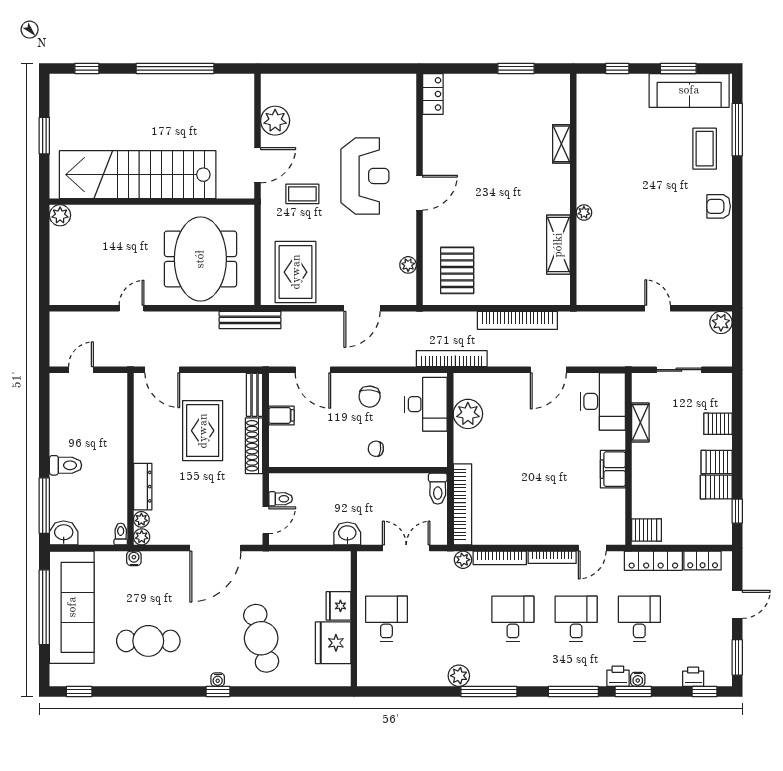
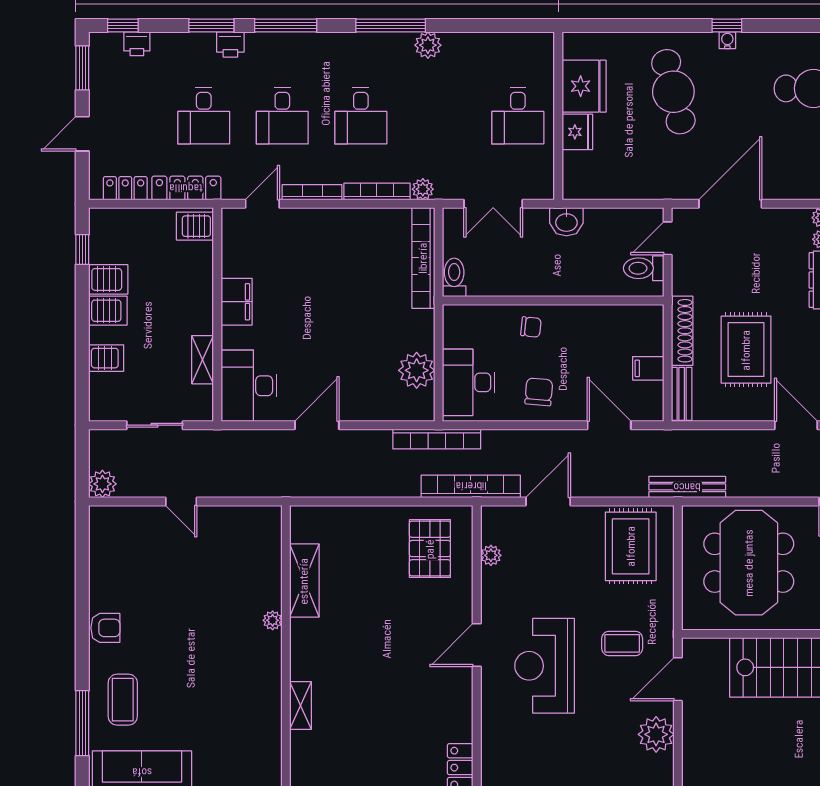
bookcase: (517, 320) -> (471, 486), moved
toilet: (281, 499) -> (644, 268), width x1.37, depth x1.39
water cooler: (638, 679) -> (206, 41), removed

